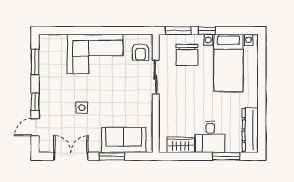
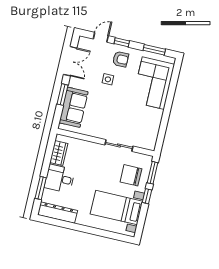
armchair: (140, 52) -> (121, 59), moved, turned 180
corner sofa: (95, 54) -> (153, 83), moved
door: (35, 127) -> (101, 37), hinge flipped

